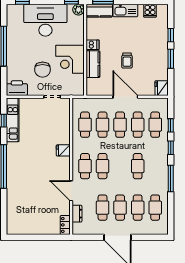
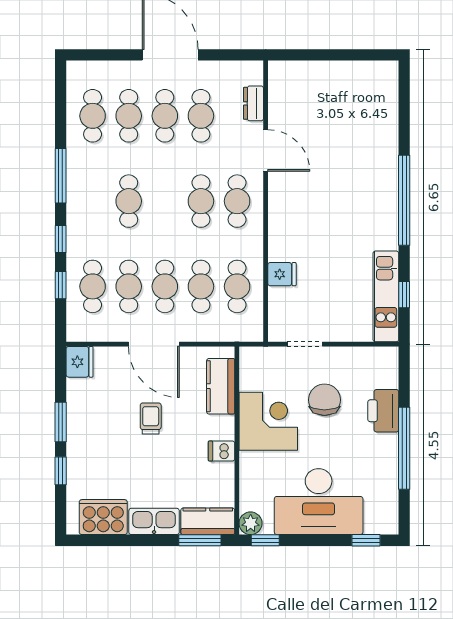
cooker: (150, 11) -> (103, 517), width x1.87, depth x1.31
kitchen counter: (93, 64) -> (221, 386), moved
printer: (17, 88) -> (383, 411), moved, turned 90
fridge: (63, 150) -> (282, 274), moved
locker: (65, 225) -> (278, 80), removed

